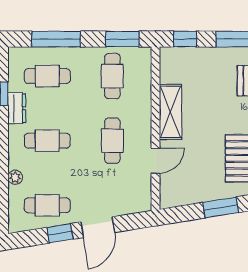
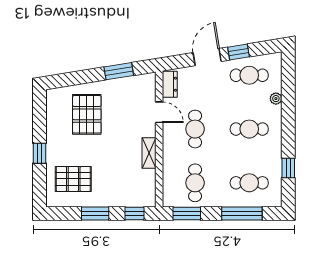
dresser: (17, 108) -> (170, 84), moved, turned 180
shelving: (170, 112) -> (149, 153), width x0.67, depth x0.75
door: (156, 161) -> (159, 112), swing flipped
window: (221, 207) -> (119, 71), moved

